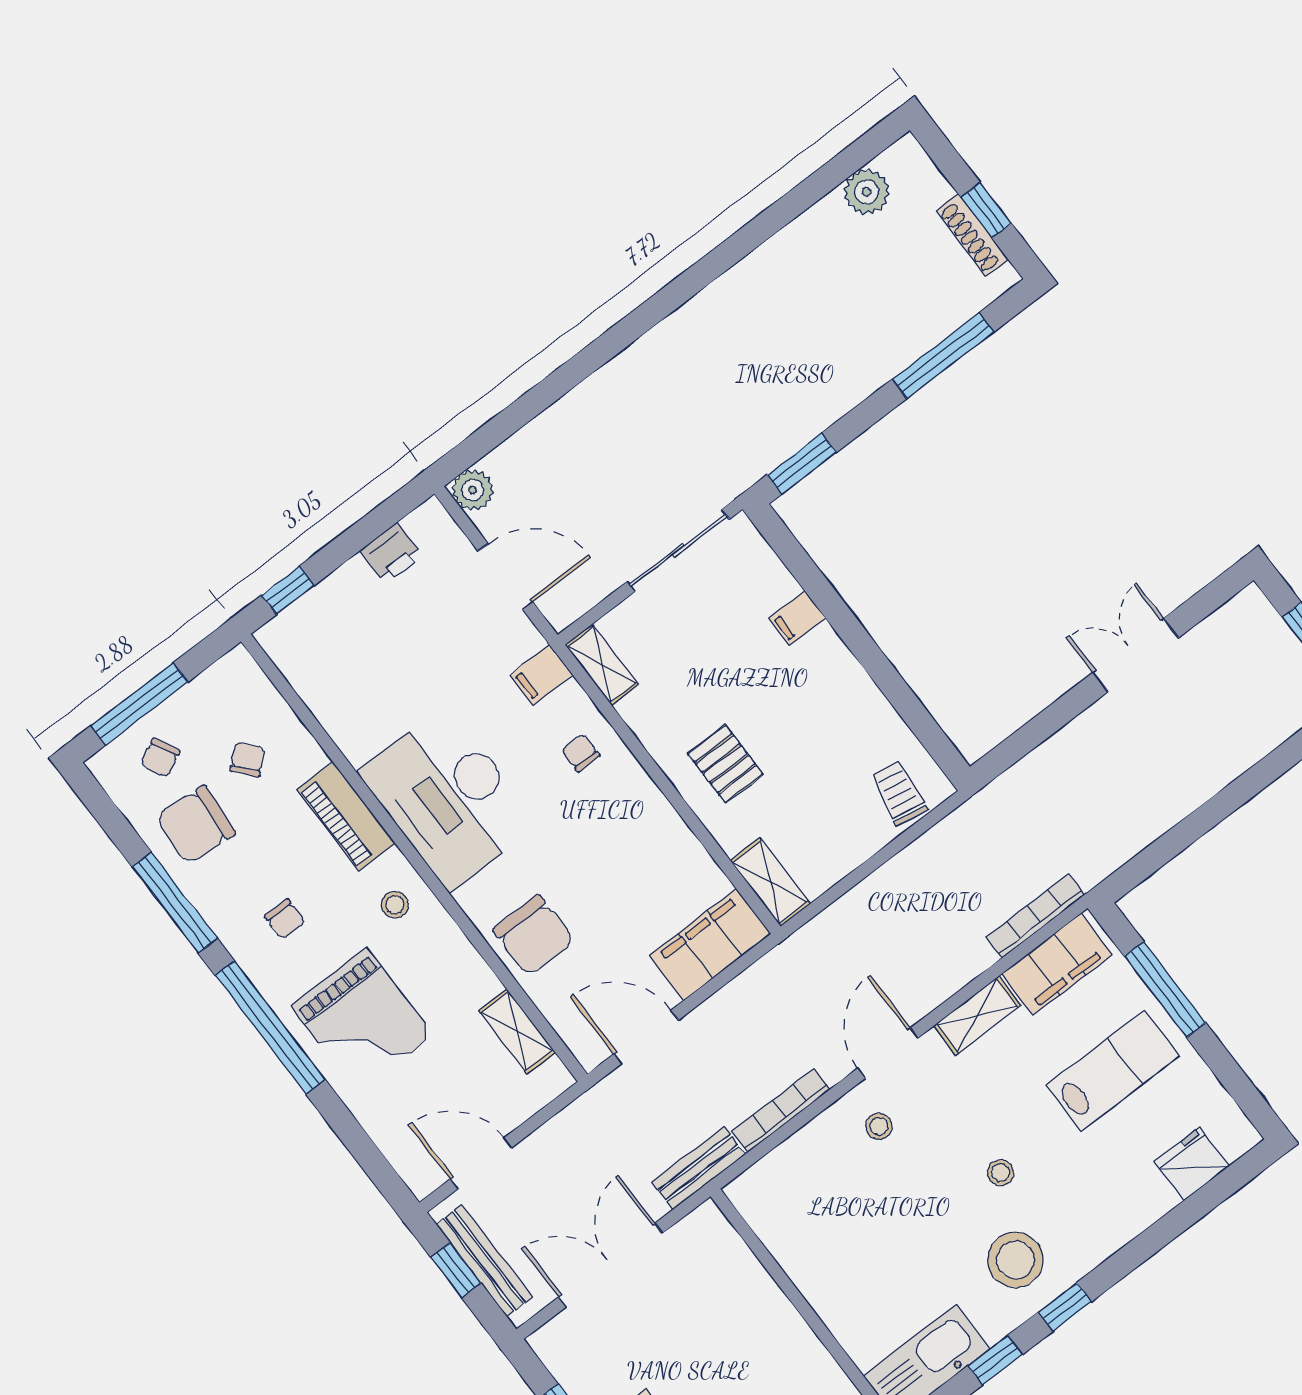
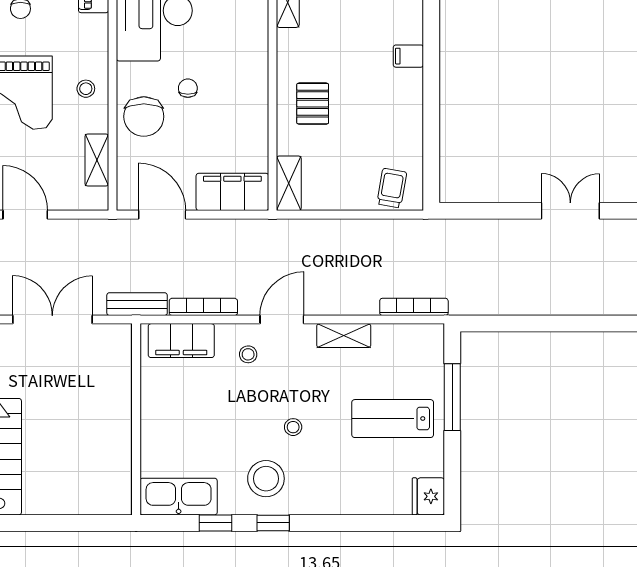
chair: (581, 753) -> (188, 88), moved
stool: (395, 905) -> (86, 89), moved
filing cabinet: (1057, 964) -> (181, 341), moved
lab bench: (1113, 1070) -> (393, 419), turned 180
fridge: (1192, 1164) -> (428, 496), moved, turned -90

